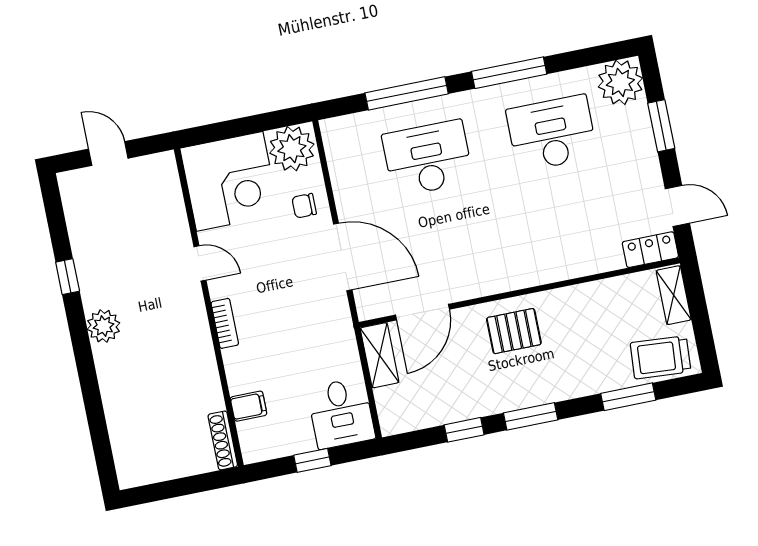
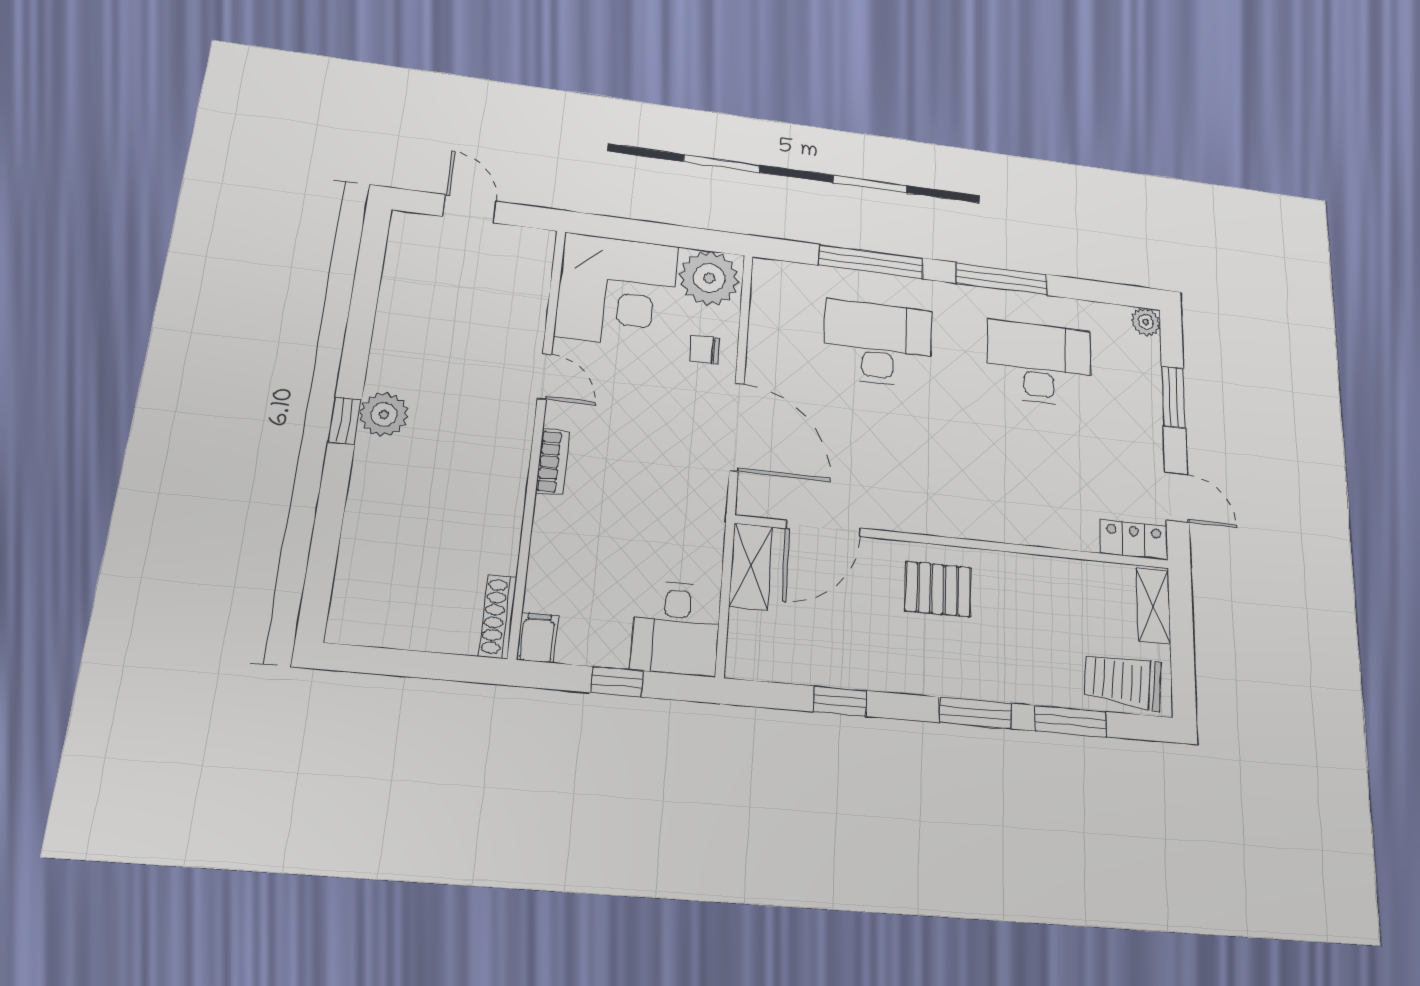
plant: (620, 82) -> (1146, 322), width x0.53, depth x0.53
window: (68, 277) -> (345, 421), moved
filing cabinet: (249, 406) -> (537, 638), moved, turned -90
window: (531, 416) -> (975, 713), moved

